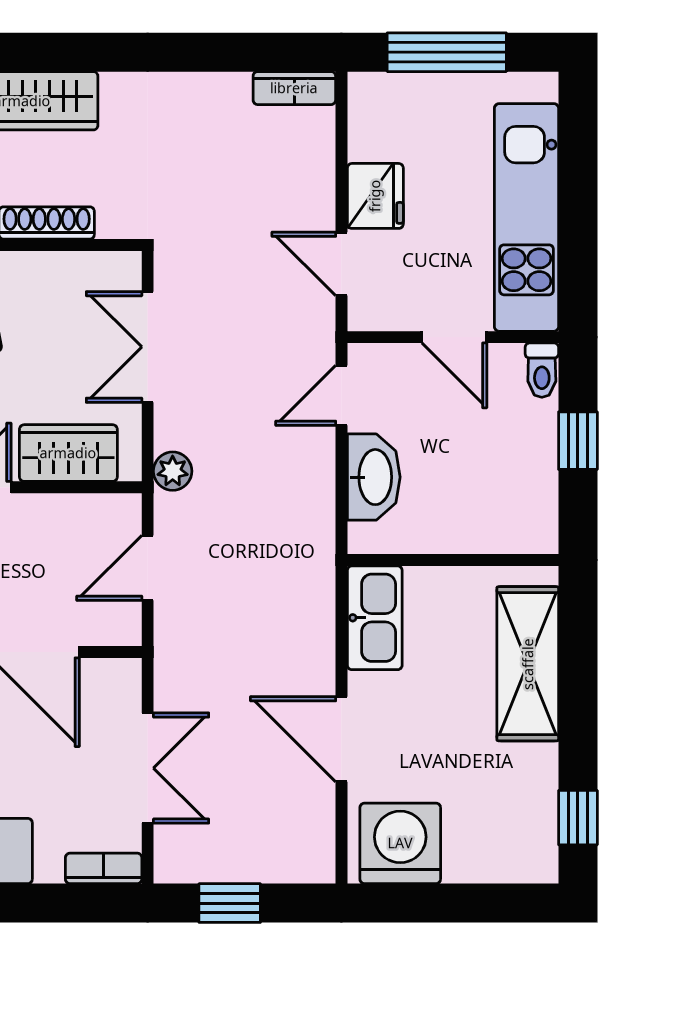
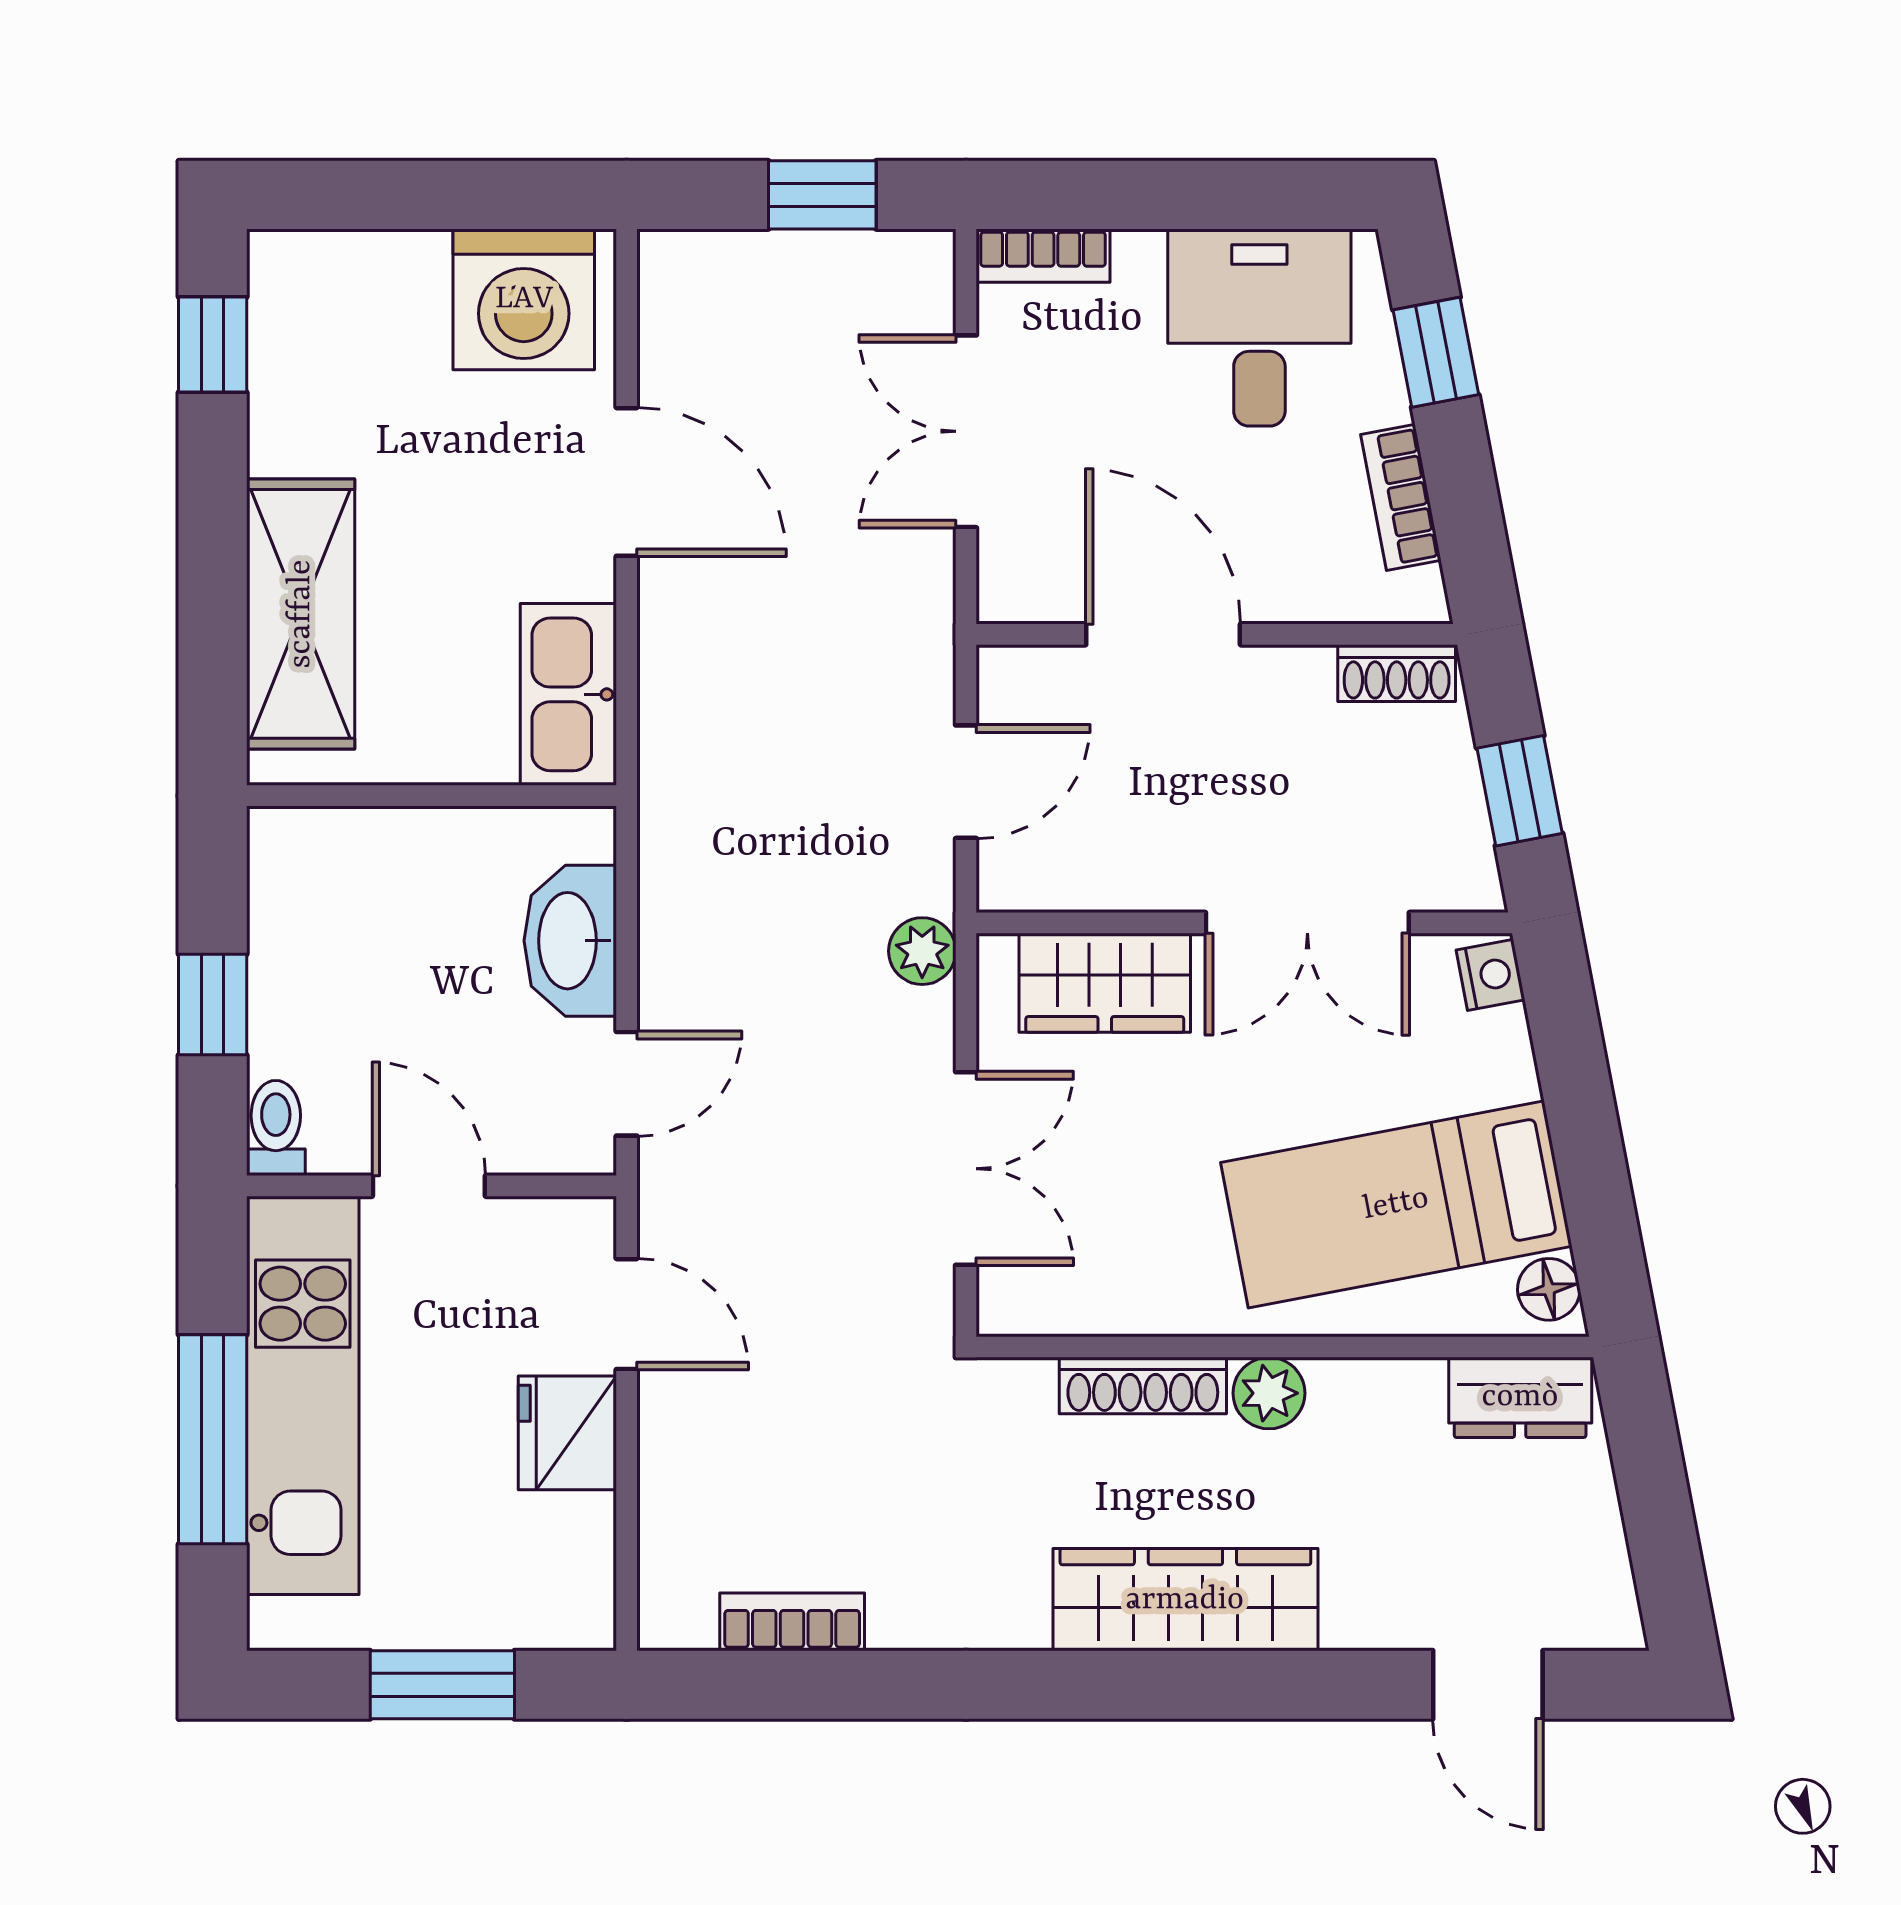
window: (447, 52) -> (442, 1685), width x0.69
bookcase: (294, 88) -> (792, 1622), moved
window: (578, 192) -> (213, 1439), added

